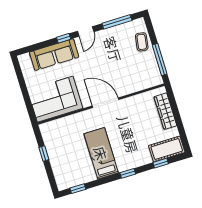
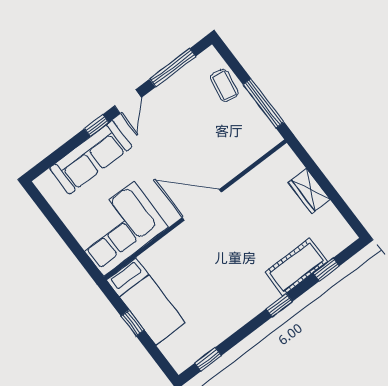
wardrobe: (165, 111) -> (309, 191), width x0.67
cot: (167, 149) -> (296, 267), moved
bed: (101, 153) -> (146, 301), moved, turned 180

